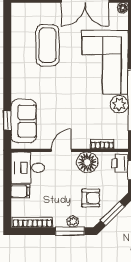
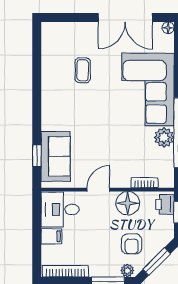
coffee table: (48, 45) -> (83, 70), width x0.54, depth x0.58
armchair: (91, 198) -> (132, 244), turned 90
plant: (73, 221) -> (127, 271), moved

